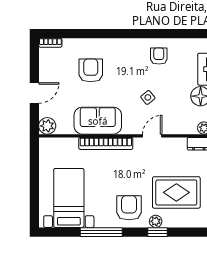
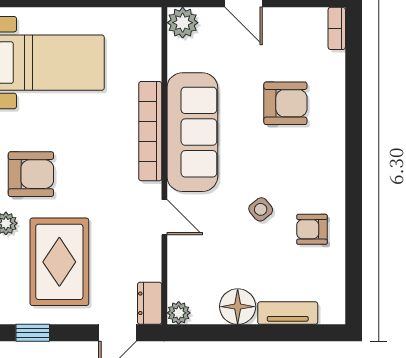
armchair: (159, 56) -> (312, 229), turned 180
side table: (148, 97) -> (261, 209), moved
sofa: (98, 121) -> (192, 132), width x1.36

